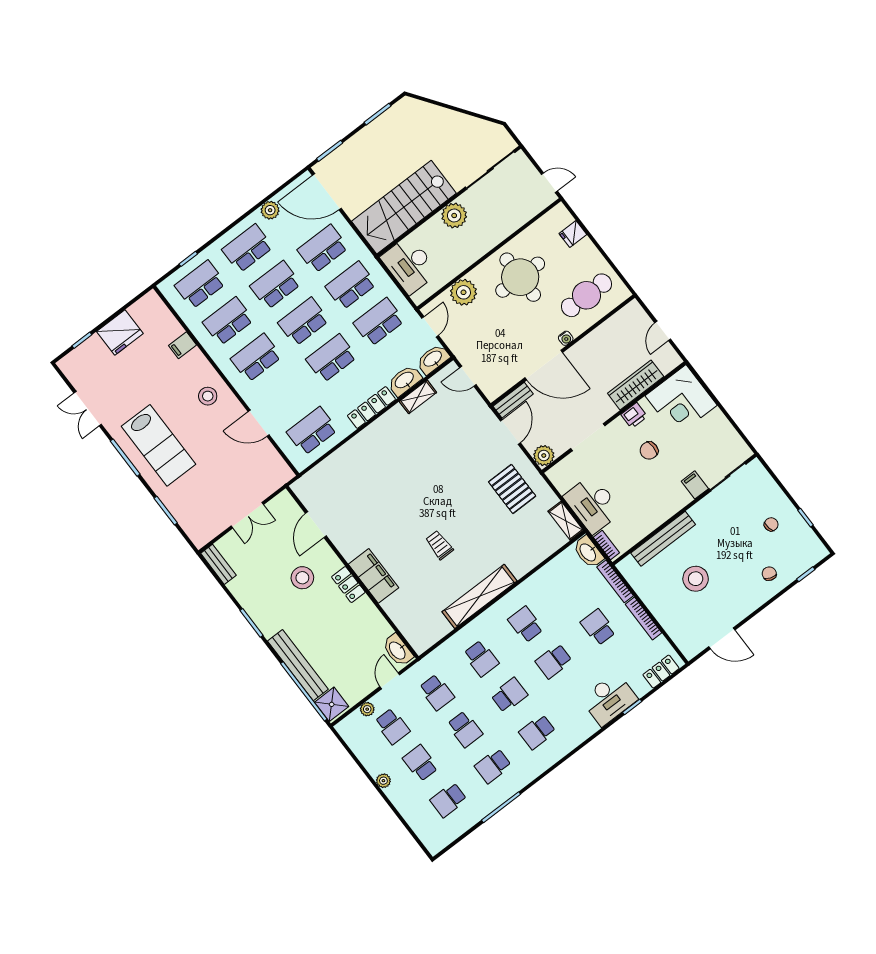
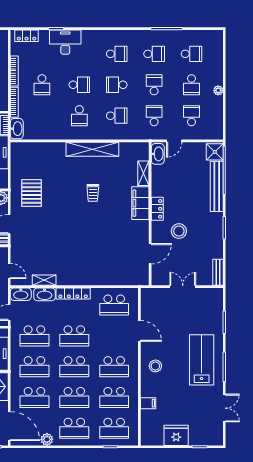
shelving: (566, 521) -> (143, 173), moved
school desk: (481, 658) -> (117, 116), turned 90
plant: (367, 709) -> (198, 135), removed

